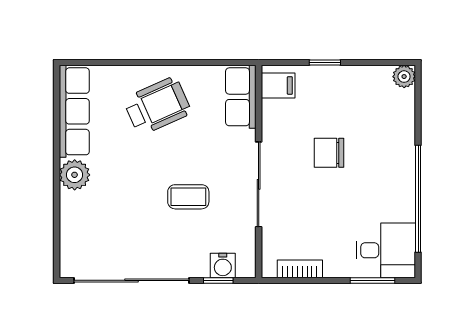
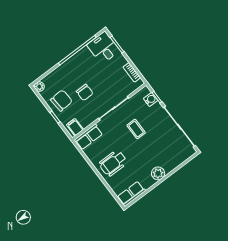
chair: (347, 98) -> (61, 101), added
wheelchair: (157, 106) -> (113, 163), turned -66
row of seats: (74, 111) -> (131, 194), width x0.68

